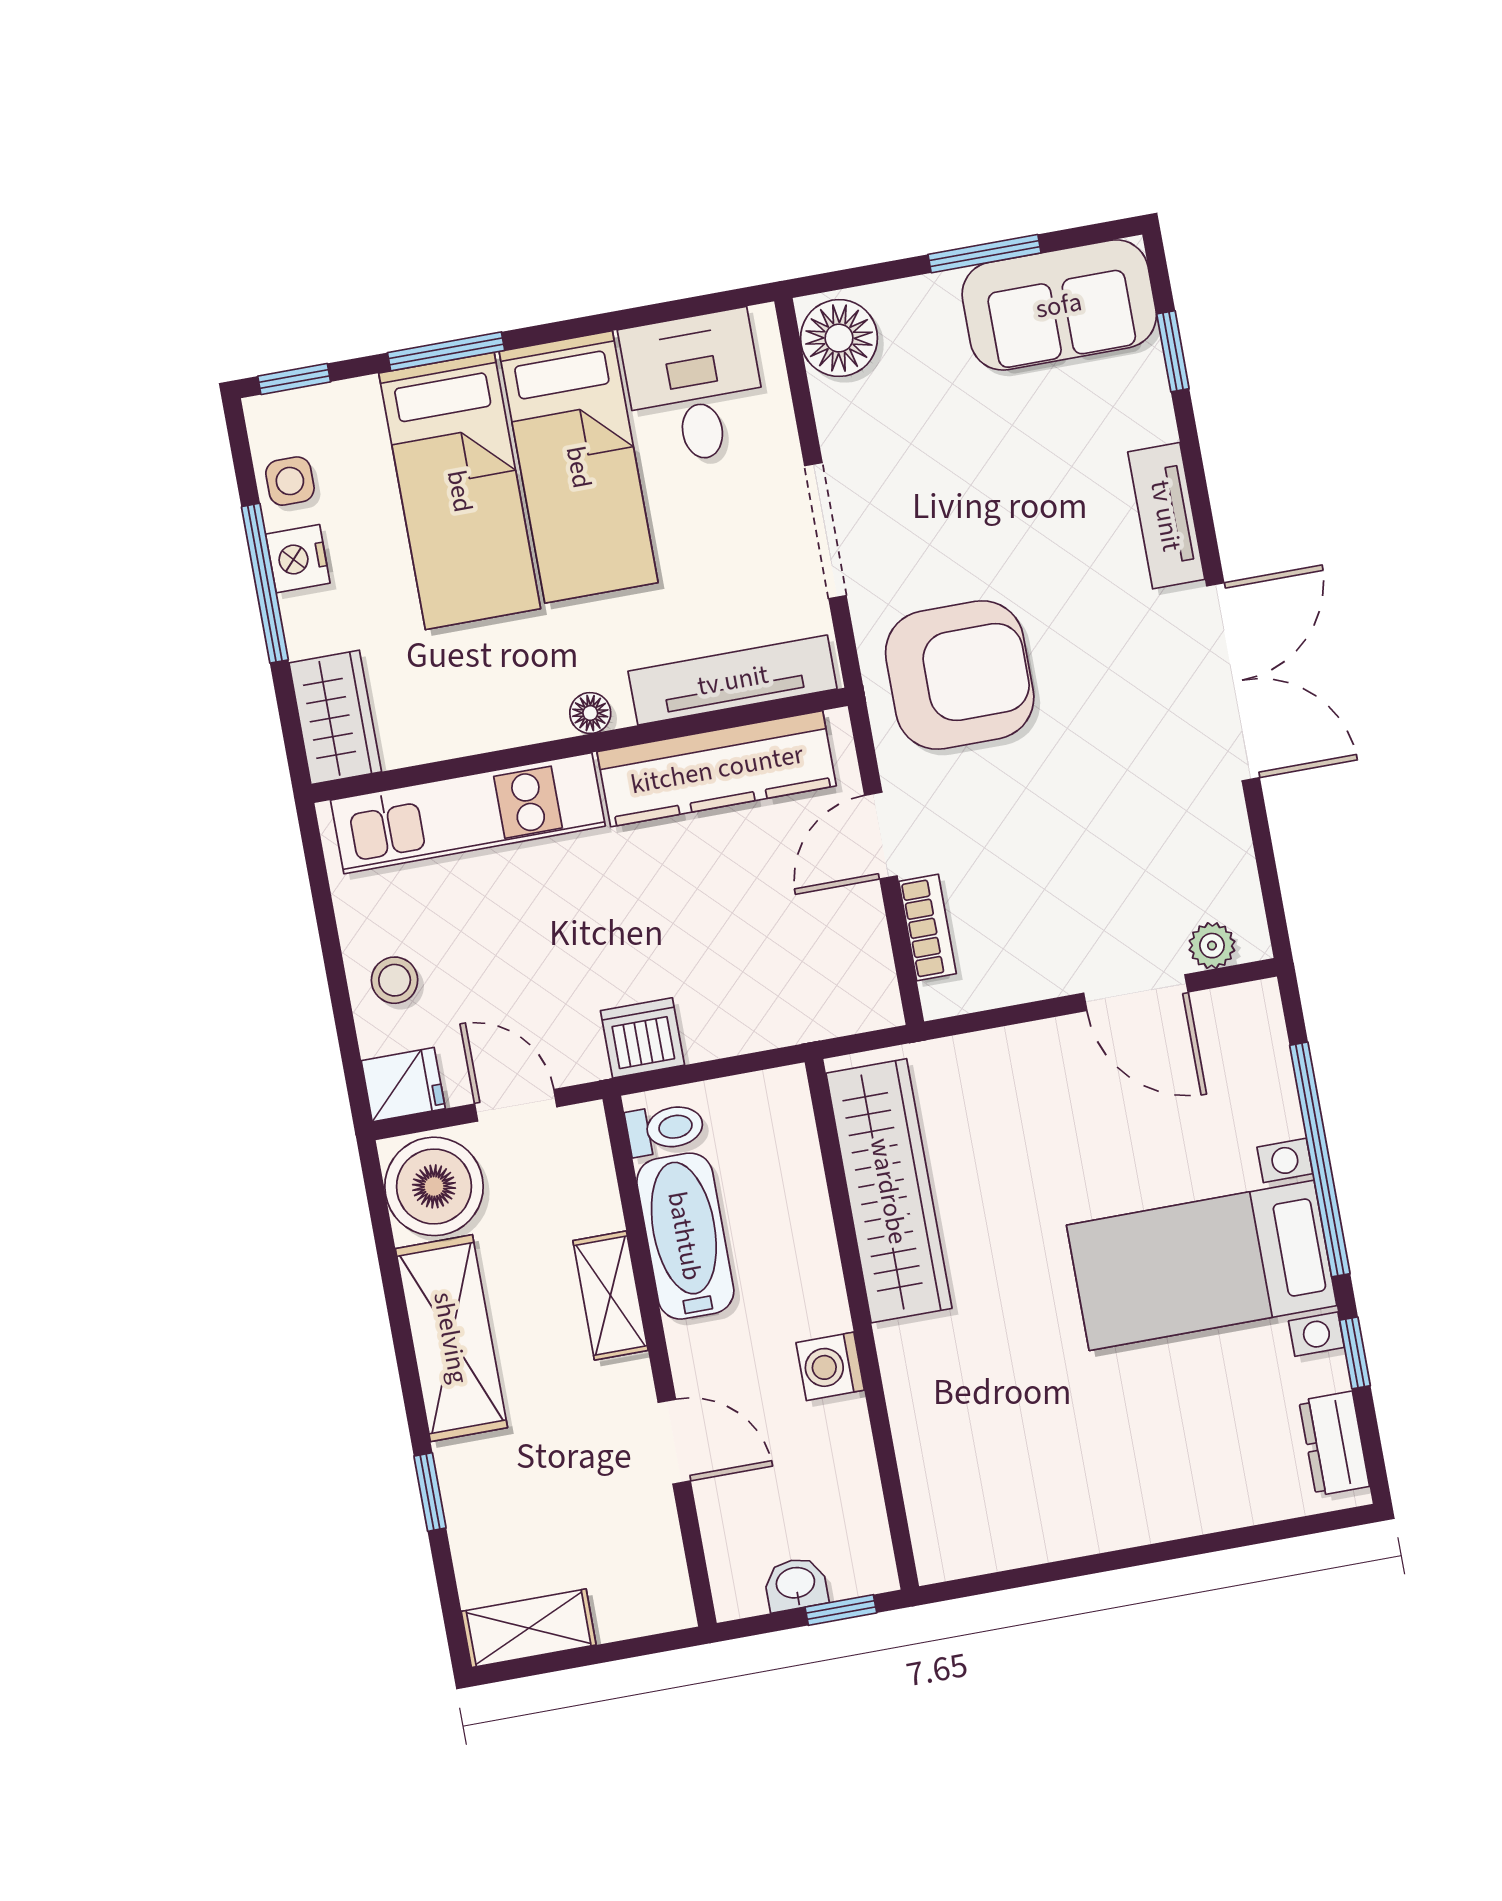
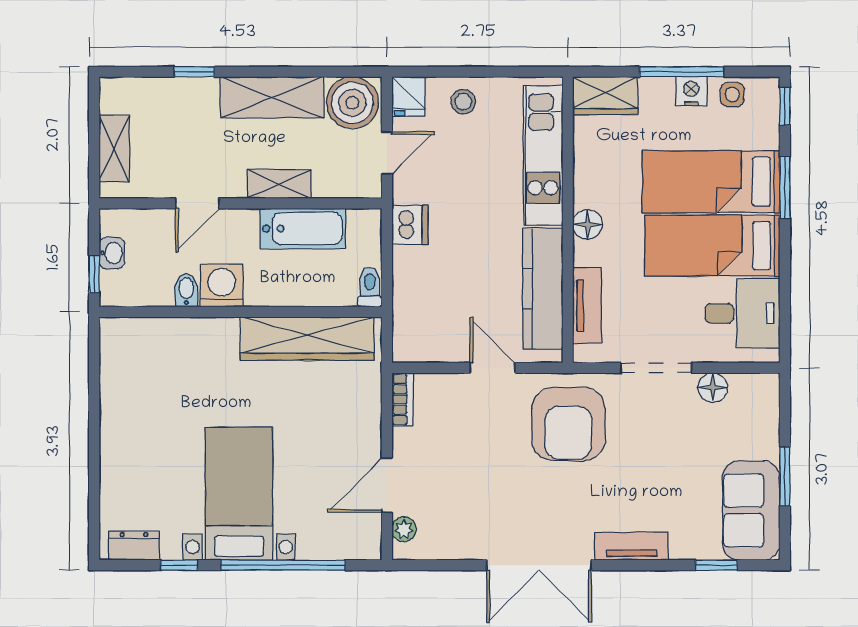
floor lamp: (839, 338) -> (713, 388), moved, width x0.73, depth x0.73
tv unit: (733, 680) -> (587, 306), width x0.71
floor lamp: (590, 713) -> (587, 224), width x1.37, depth x1.37
bookcase: (928, 927) -> (402, 399), moved, turned -90
toilet: (665, 1129) -> (370, 287), moved, turned 180
washing machine: (830, 1366) -> (222, 286), width x1.38, depth x1.38
bidet: (840, 1433) -> (186, 290), added
shelving: (529, 1628) -> (114, 149), moved

